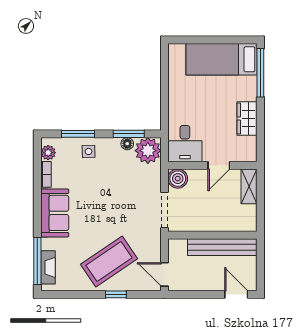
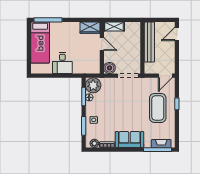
wardrobe: (247, 119) -> (90, 28), moved
desk: (185, 144) -> (62, 63), moved, turned 90
coffee table: (109, 262) -> (158, 108), turned 34

